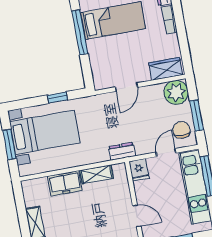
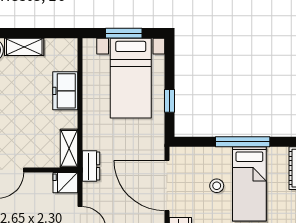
stool: (119, 47) -> (217, 186), added
door: (127, 87) -> (167, 186), width x1.87
shelving: (97, 174) -> (69, 148), moved

